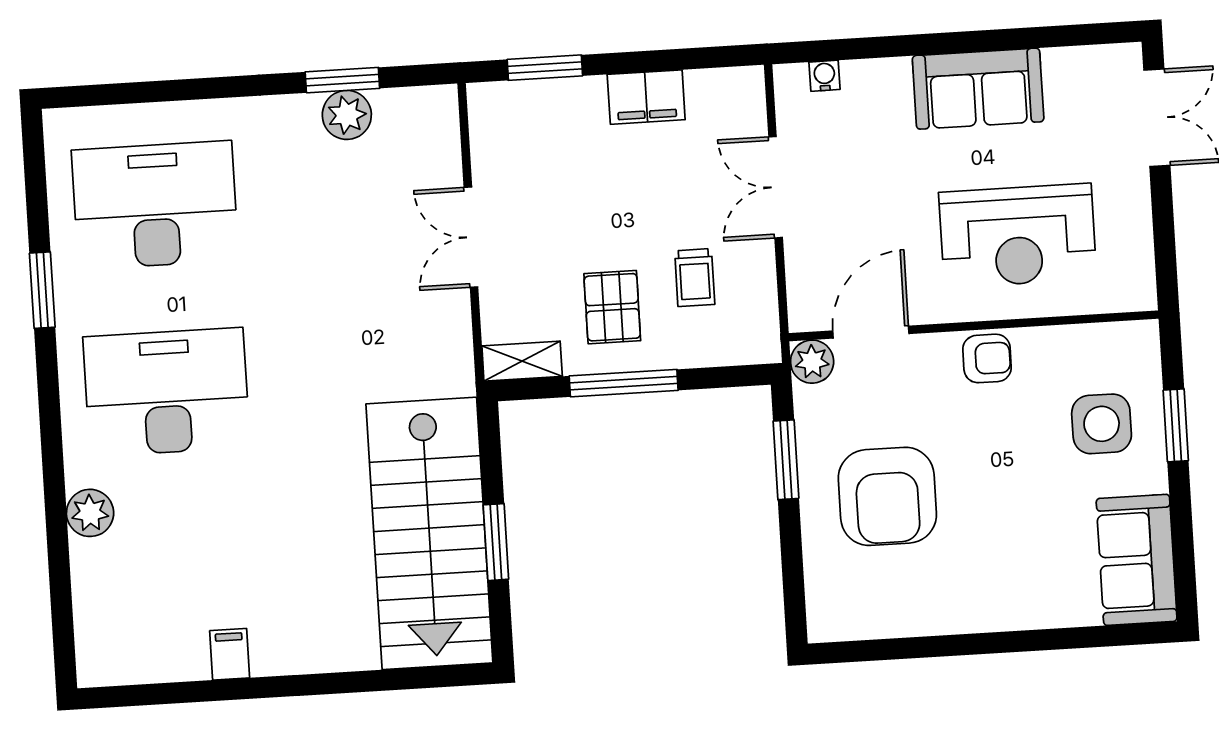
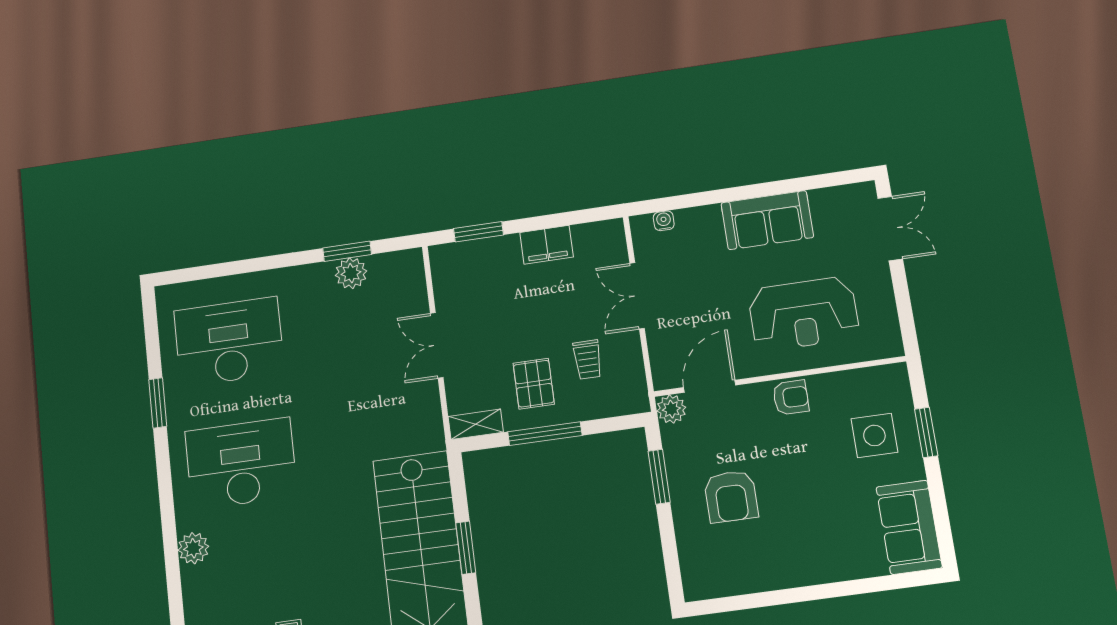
armchair: (887, 496) -> (731, 496), width x0.73, depth x0.73

